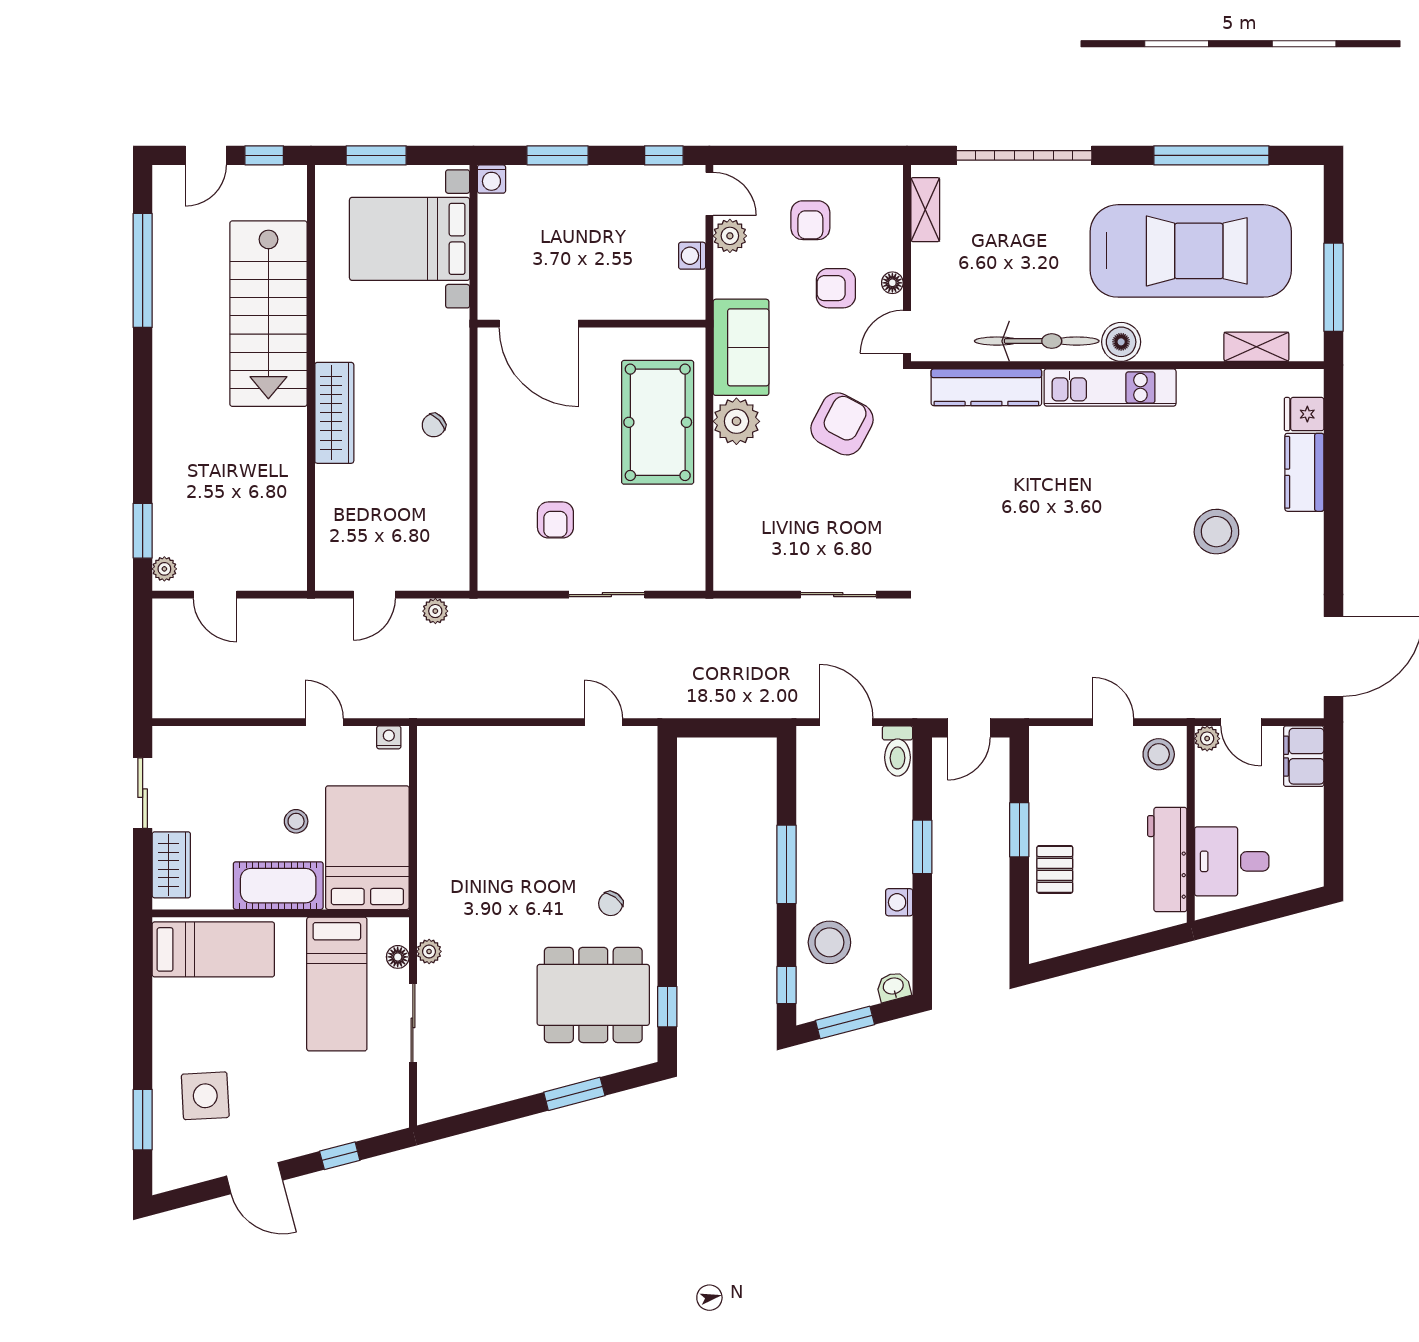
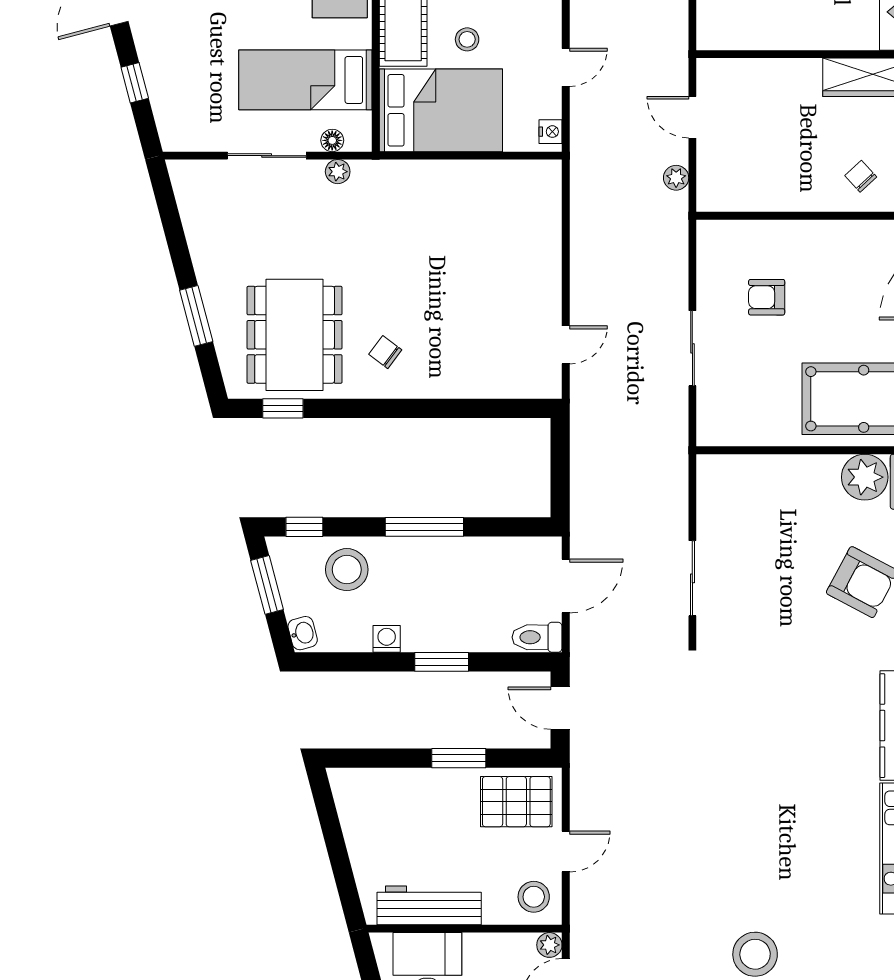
pallet: (1055, 869) -> (516, 802), moved, width x1.50, depth x1.42

